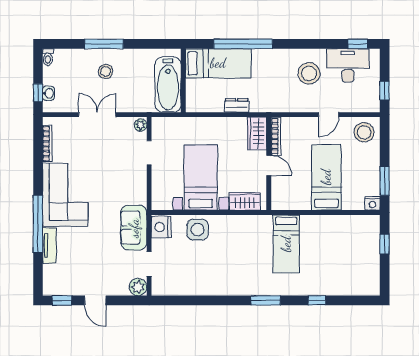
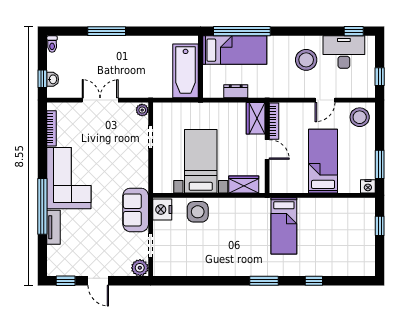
bed: (218, 63) -> (235, 50), moved
stool: (106, 71) -> (108, 58), removed
wall: (183, 80) -> (200, 67), moved
bathtub: (168, 85) -> (186, 71), moved

